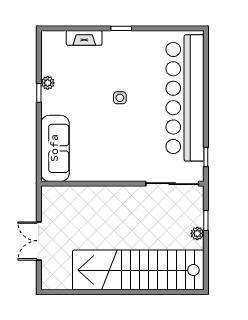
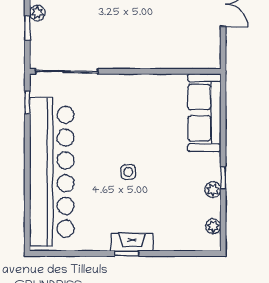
fireplace: (84, 38) -> (132, 242), moved
plant: (47, 52) -> (213, 226), added

